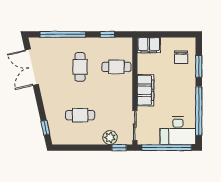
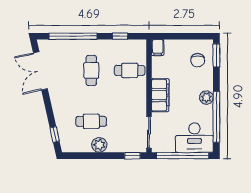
filing cabinet: (149, 45) -> (158, 48), width x0.50
window: (199, 66) -> (216, 55), moved
plant: (189, 93) -> (206, 98), added
plant: (110, 138) -> (99, 145), moved

